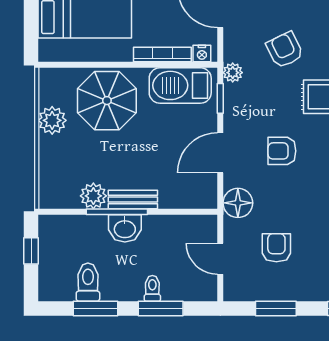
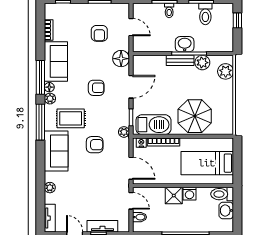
armchair: (285, 50) -> (95, 145), turned -64
plant: (52, 120) -> (226, 71), moved
window: (31, 251) -> (237, 20), moved

